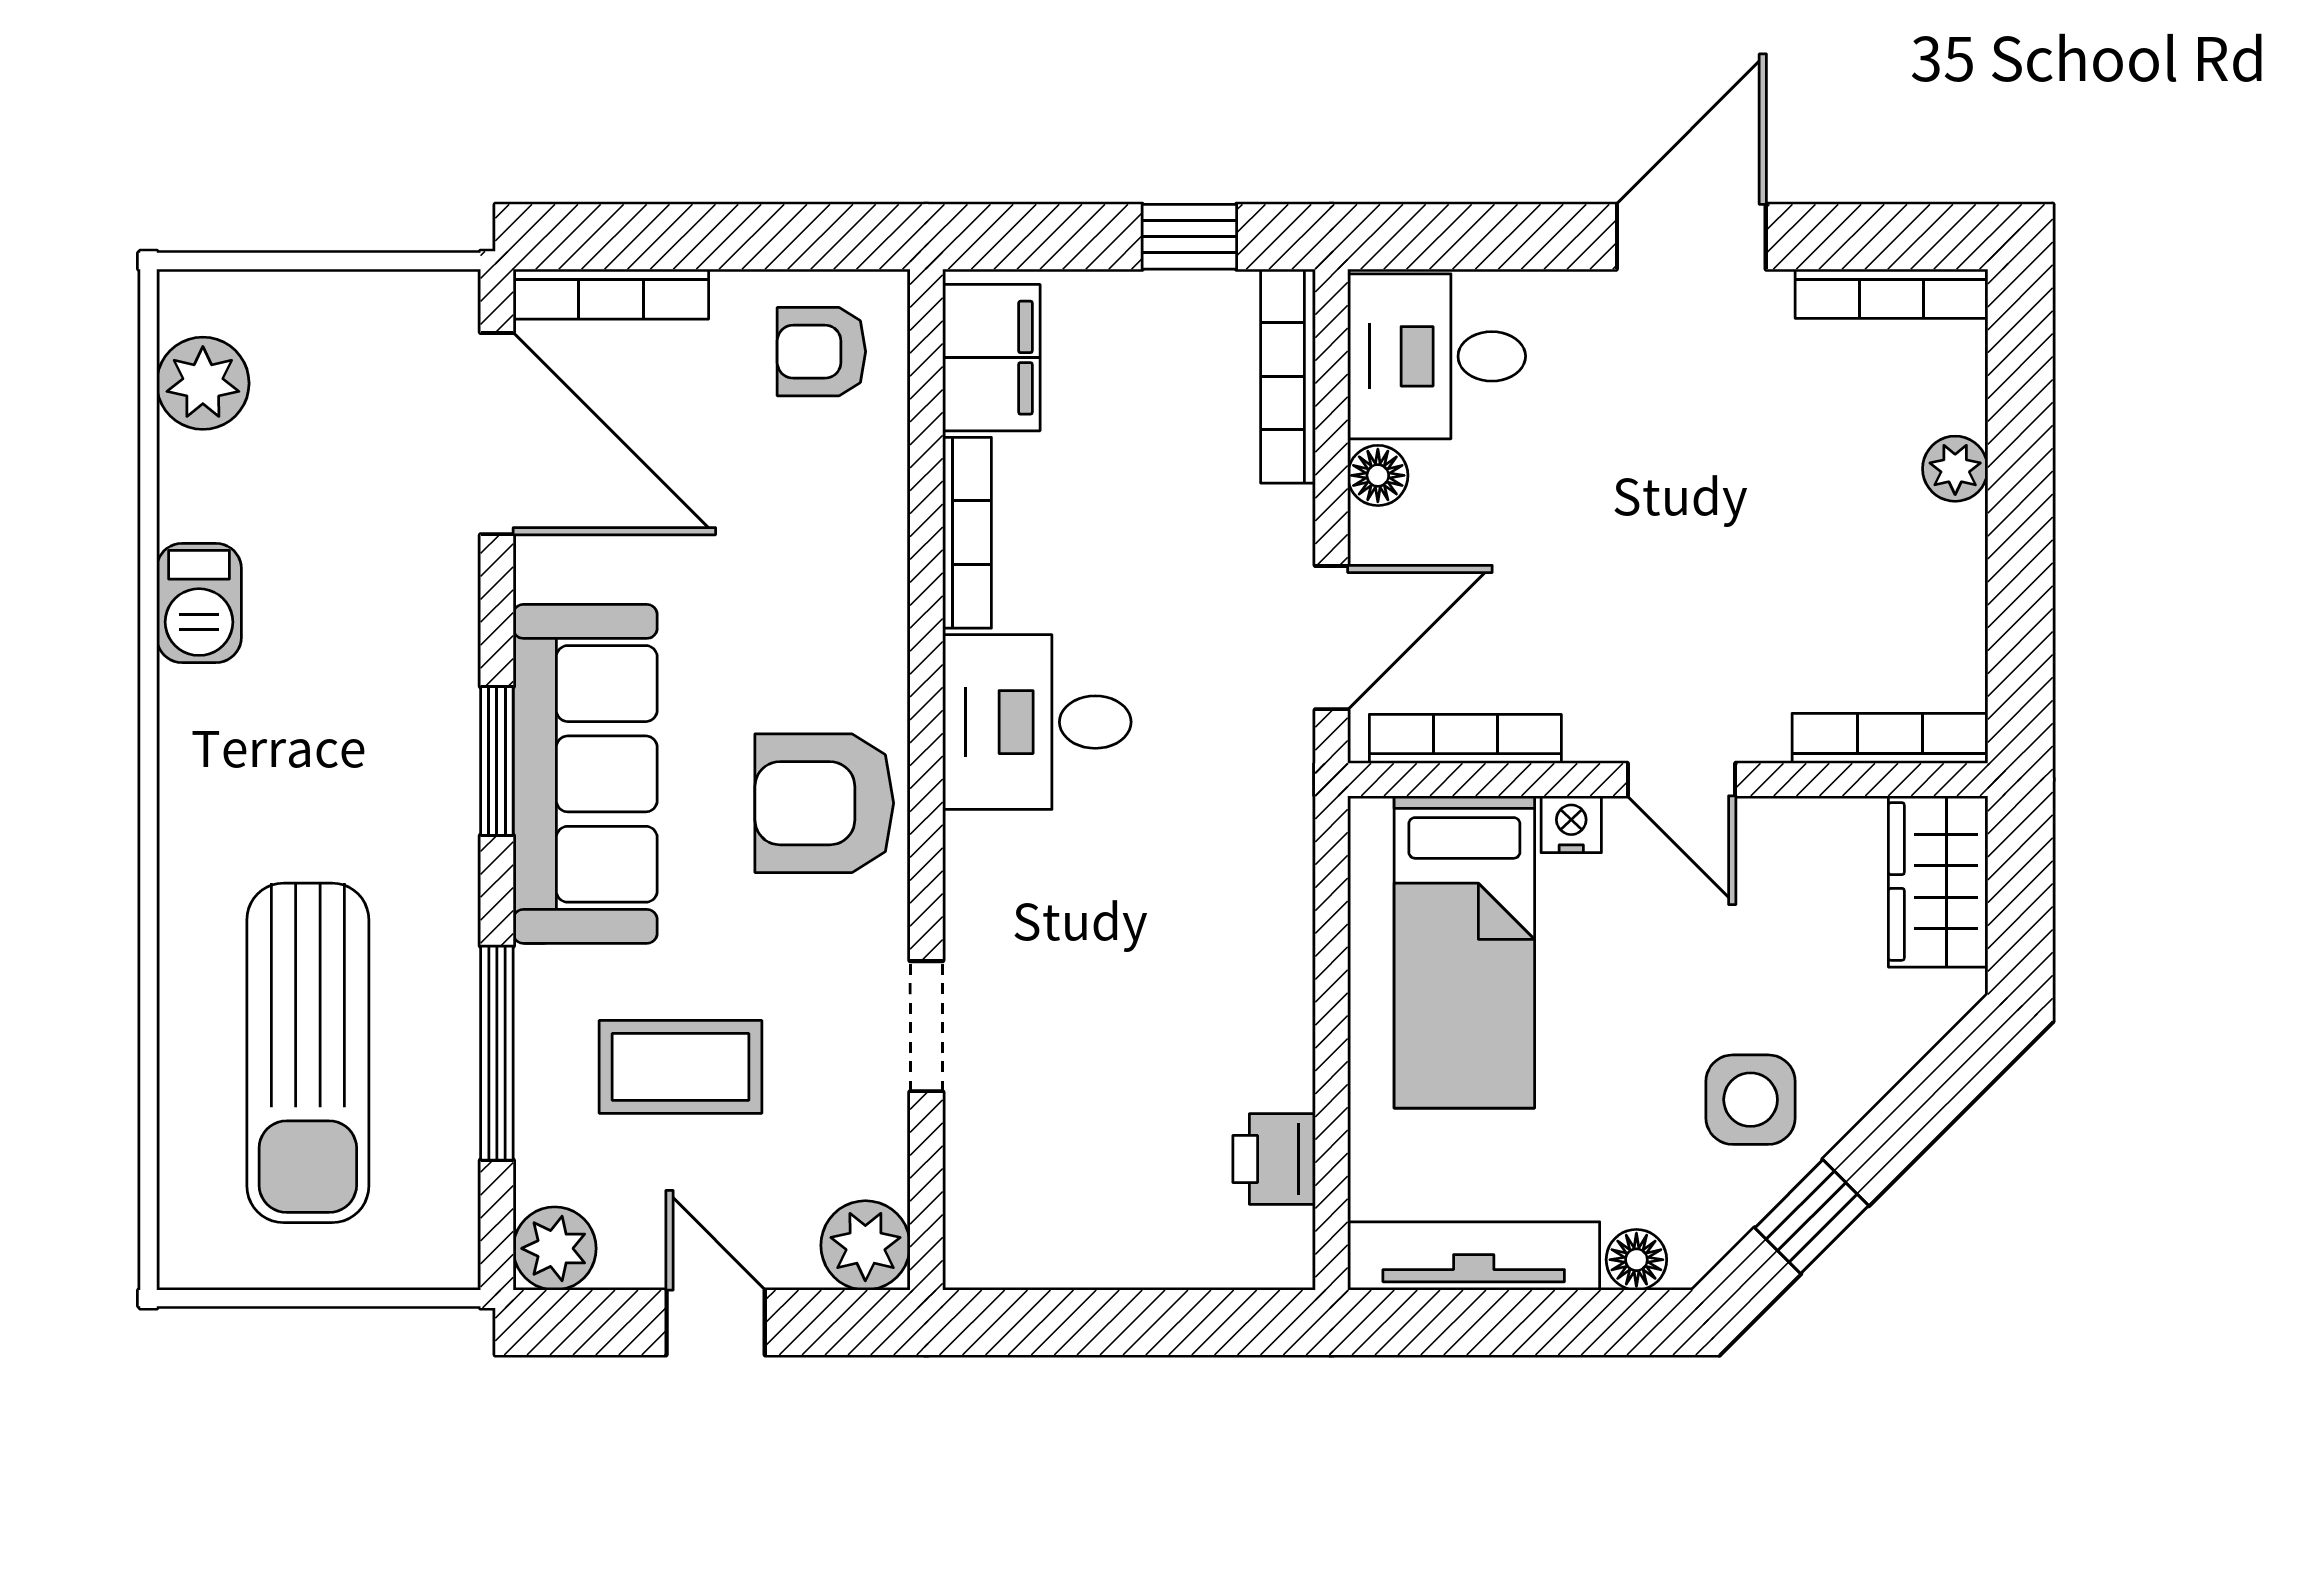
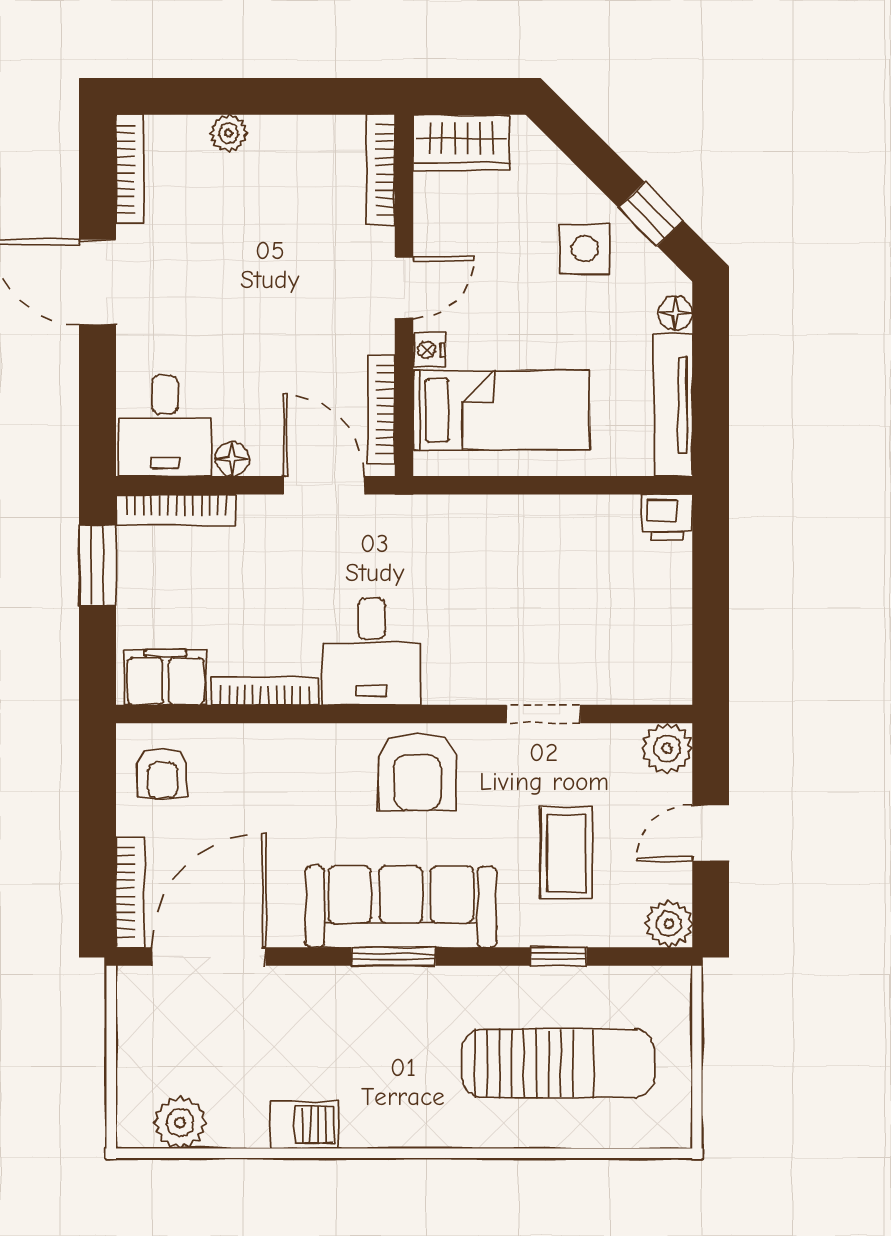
window: (1189, 237) -> (97, 565), width x1.50
window: (497, 1053) -> (558, 957), width x0.46
printer: (1274, 1159) -> (667, 518), moved

